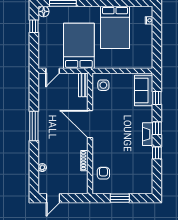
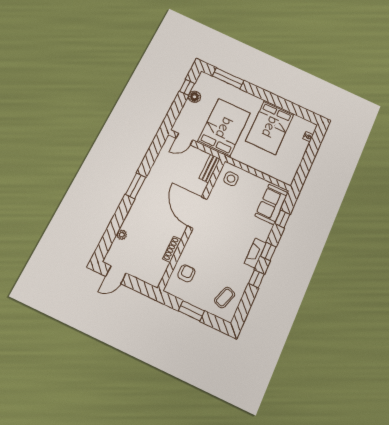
floor lamp: (44, 11) -> (194, 97), moved
window: (34, 126) -> (136, 186), width x0.69
coffee table: (139, 177) -> (225, 297), added

